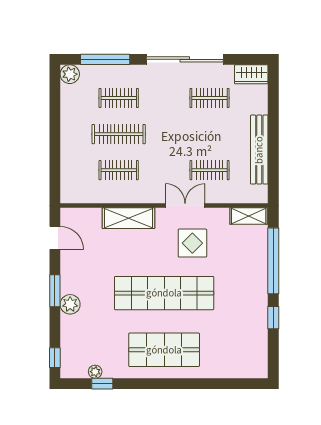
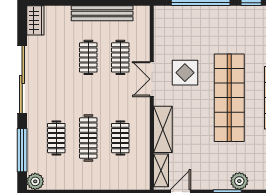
clothes rail: (210, 98) -> (88, 57), moved
shelving: (249, 216) -> (161, 170), moved

